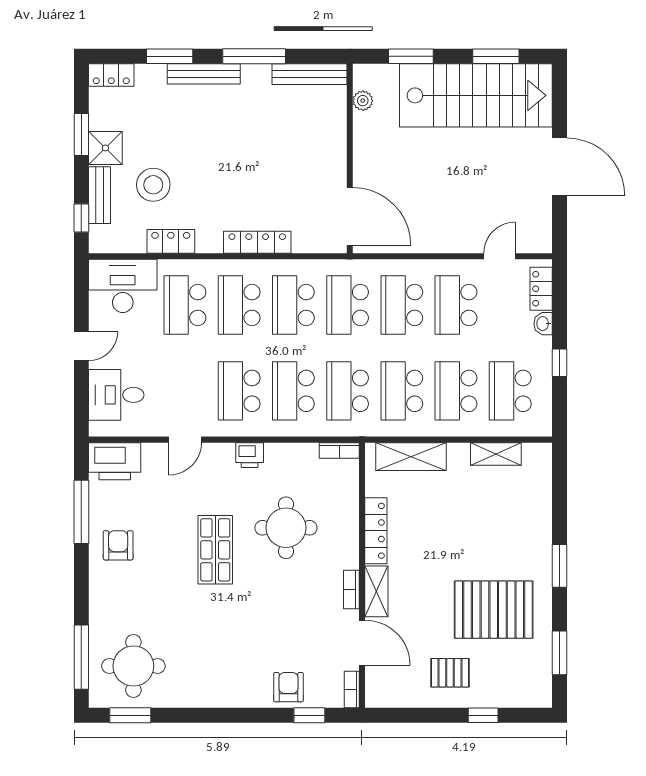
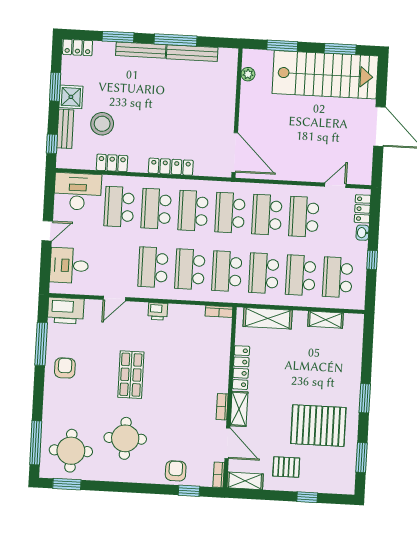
bench: (310, 74) -> (192, 53), moved
round table: (286, 528) -> (125, 438), moved
shelving: (391, 696) -> (245, 481), added

